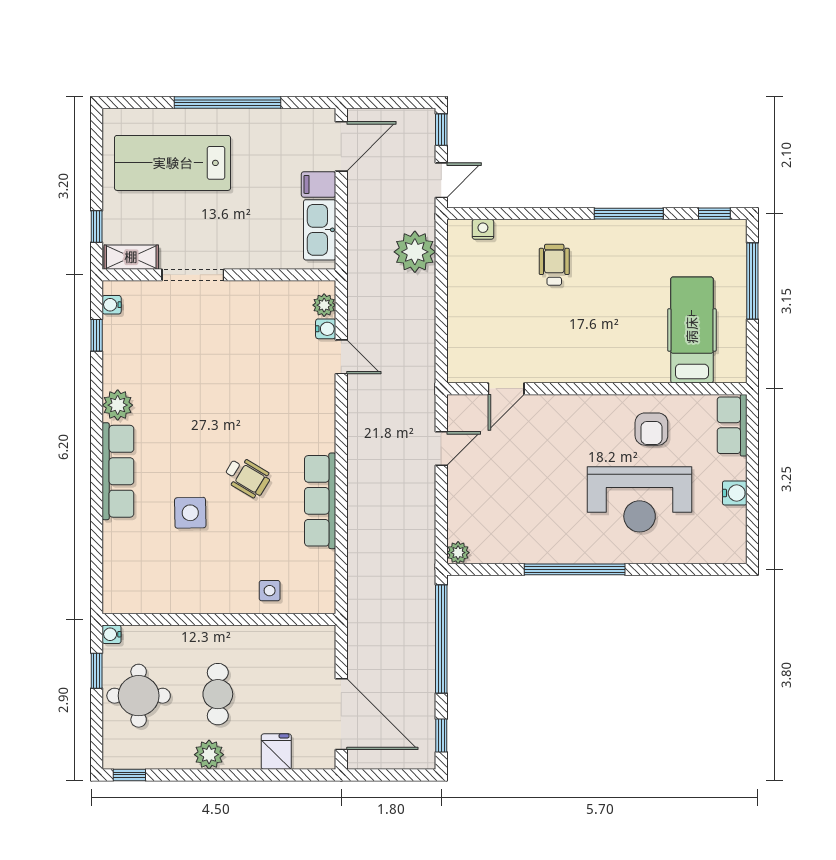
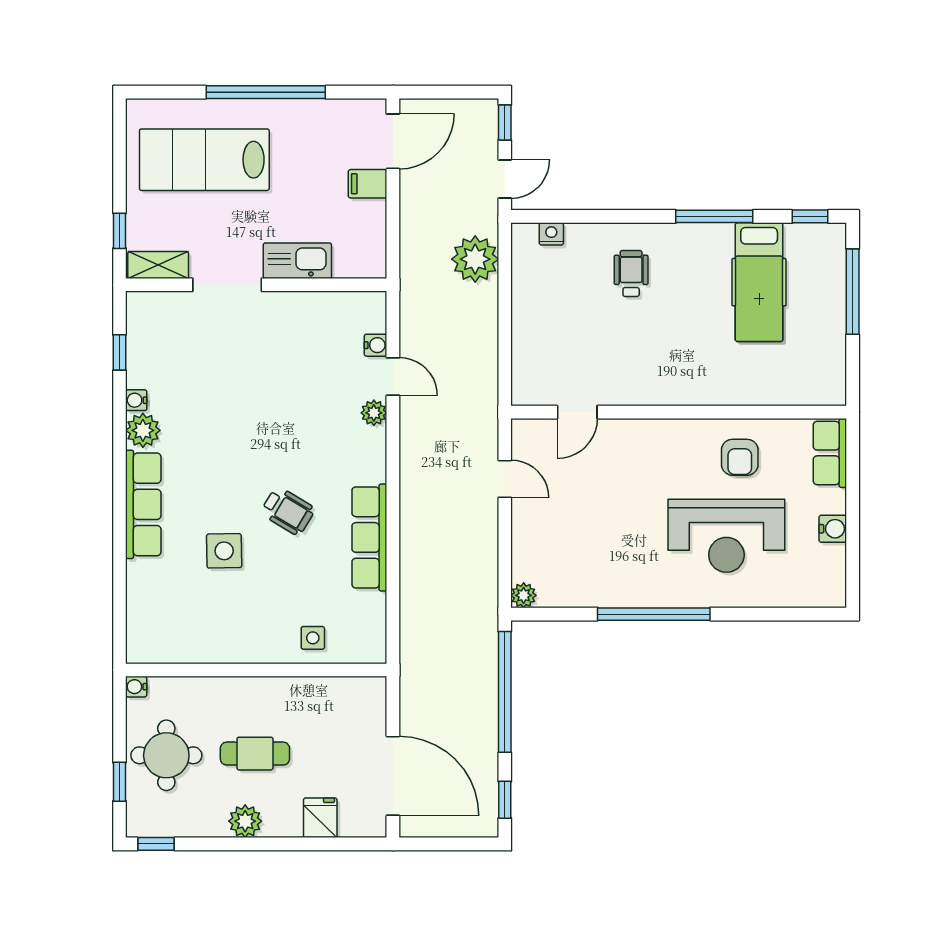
kitchen sink: (320, 230) -> (297, 261), moved, turned 90
water cooler: (112, 305) -> (136, 400), moved
plant: (324, 305) -> (374, 413), moved
hospital bed: (692, 330) -> (759, 282), moved, turned 180
door: (441, 448) -> (505, 479), hinge flipped
window: (97, 671) -> (120, 782), moved
cafe table: (218, 694) -> (255, 754), turned 90

